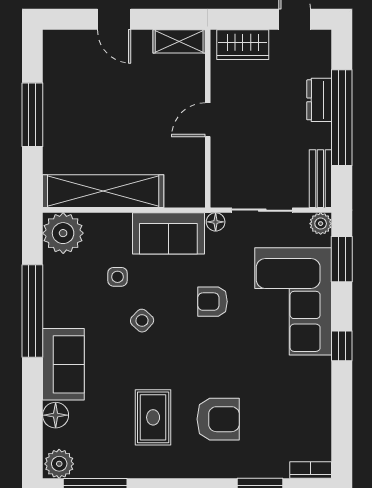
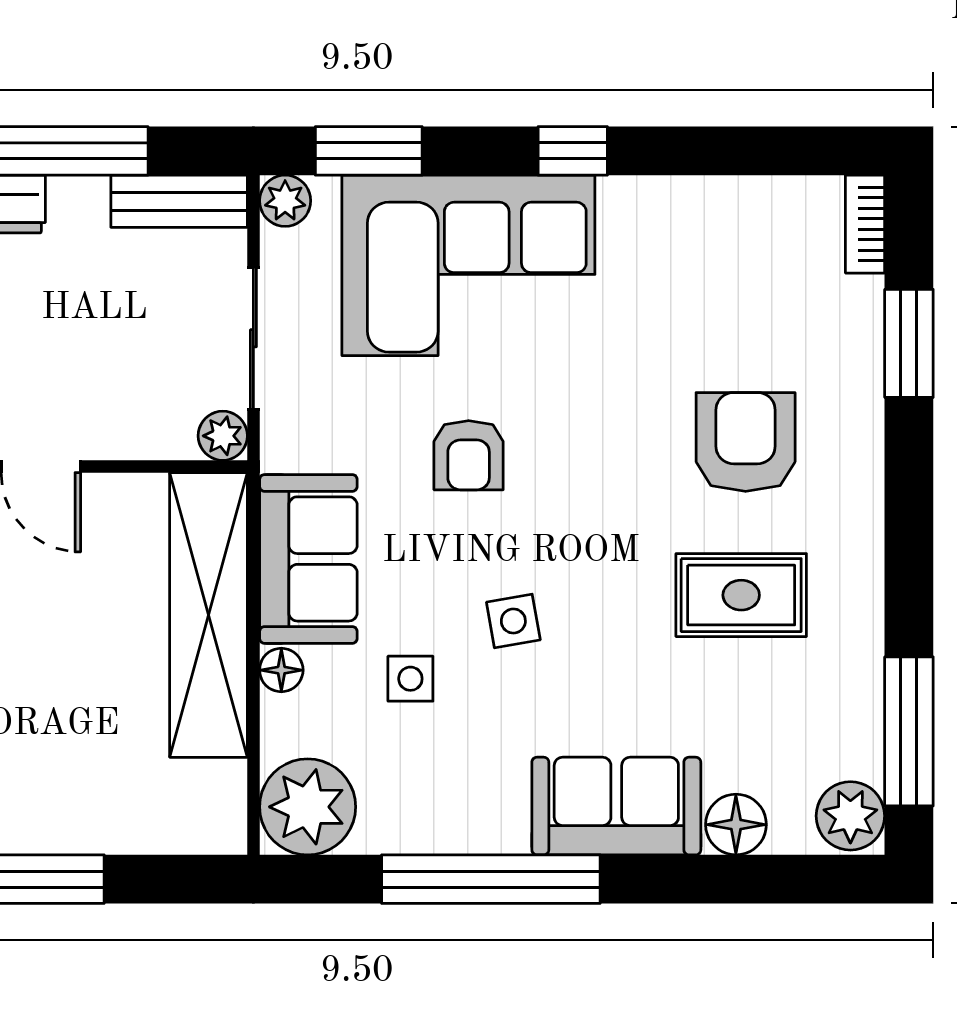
shelving: (103, 191) -> (209, 615), moved
plant: (221, 197) -> (223, 436), added
floor lamp: (216, 222) -> (281, 670), moved
side table: (142, 321) -> (513, 621), turned 37

